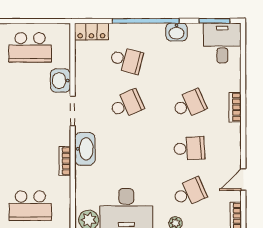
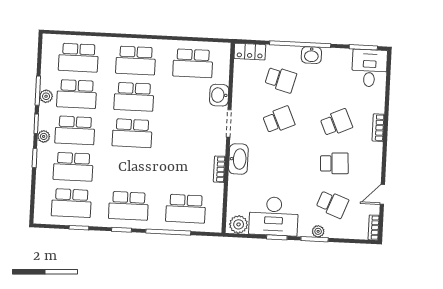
washbasin: (177, 32) -> (311, 55), moved
school desk: (189, 193) -> (332, 204), turned 45

